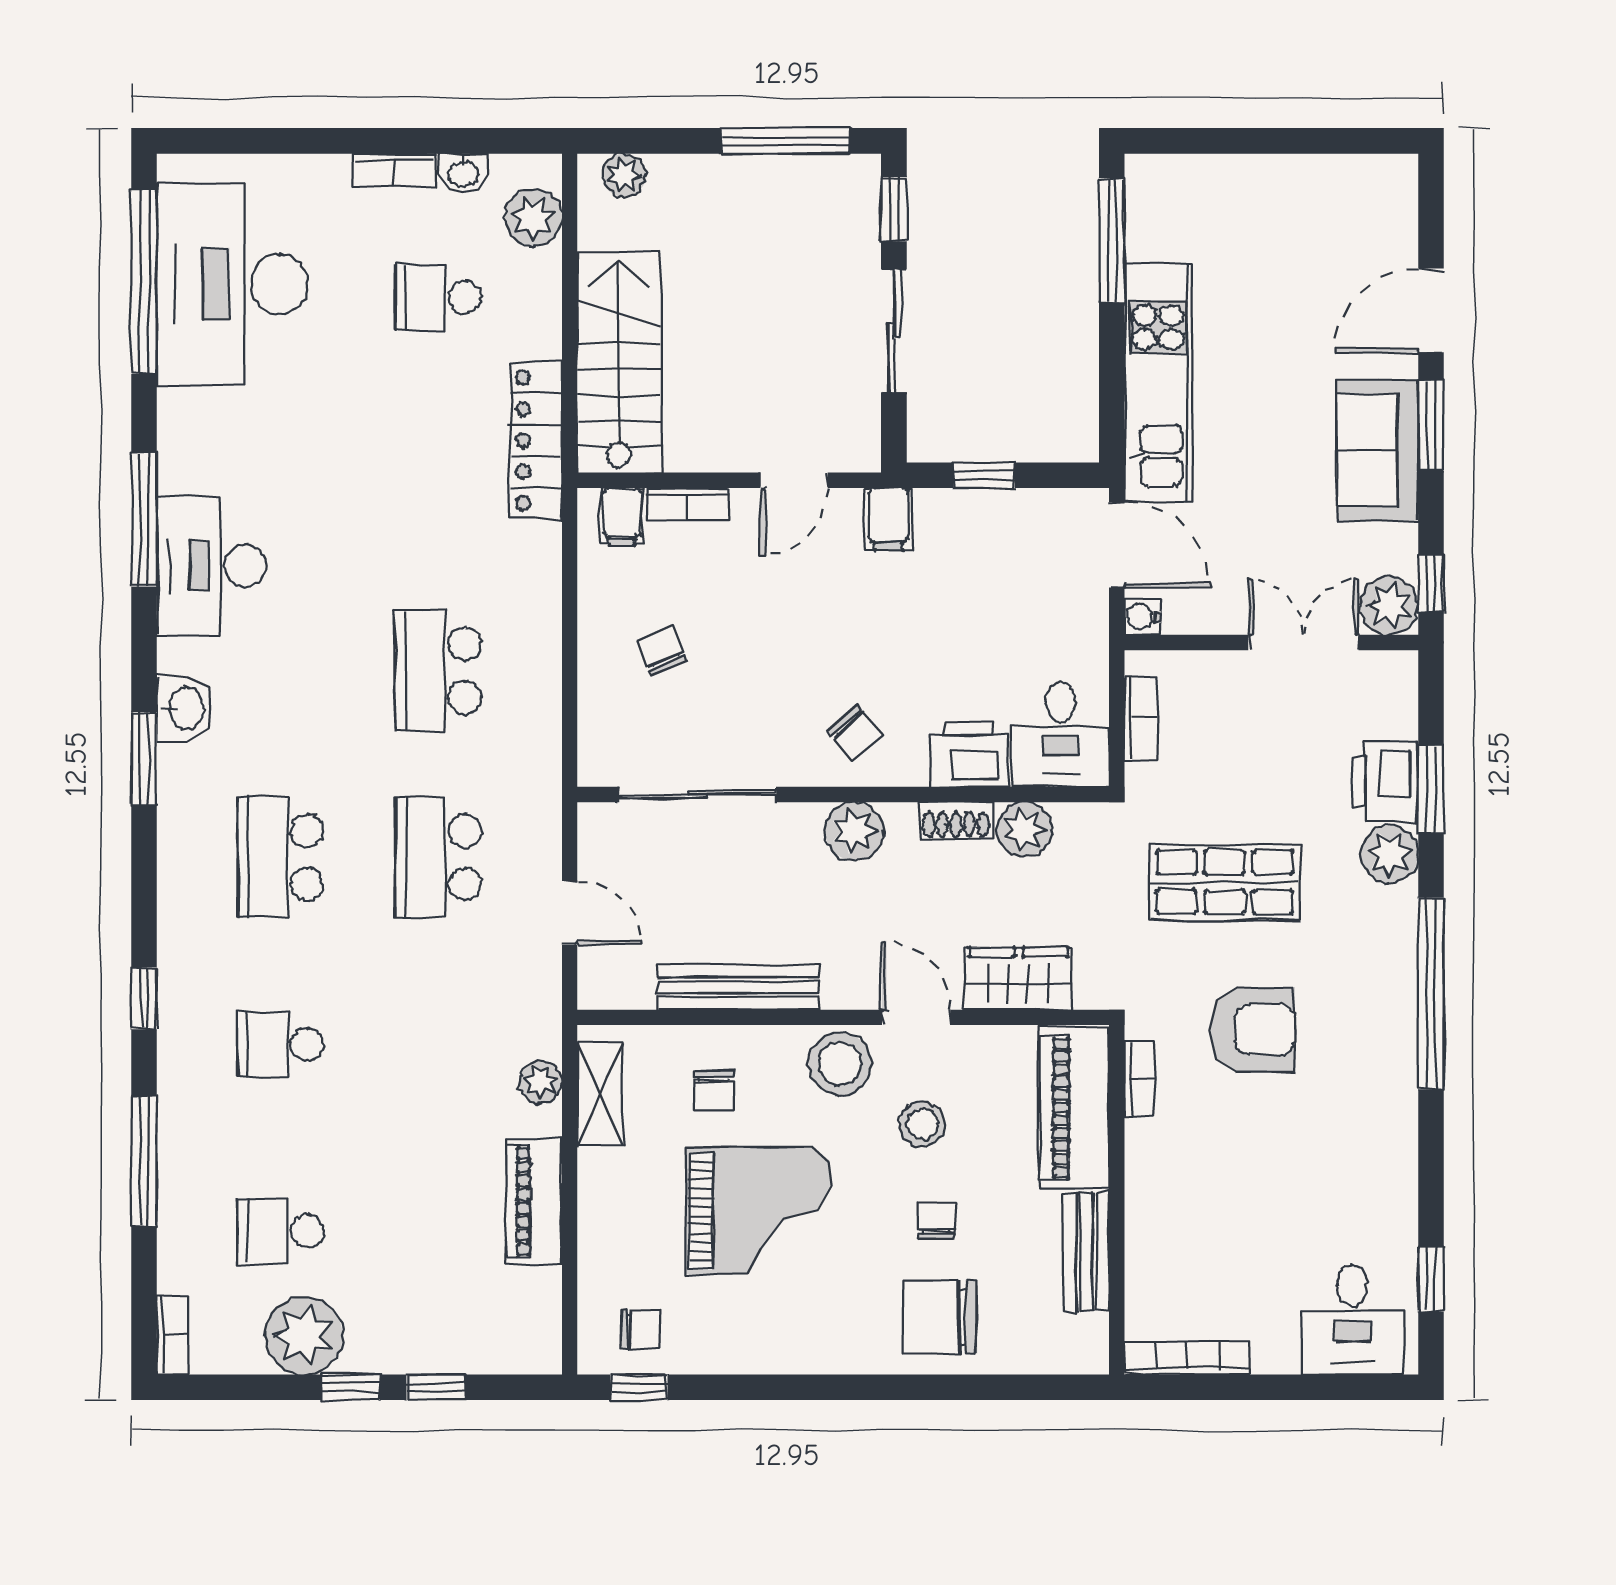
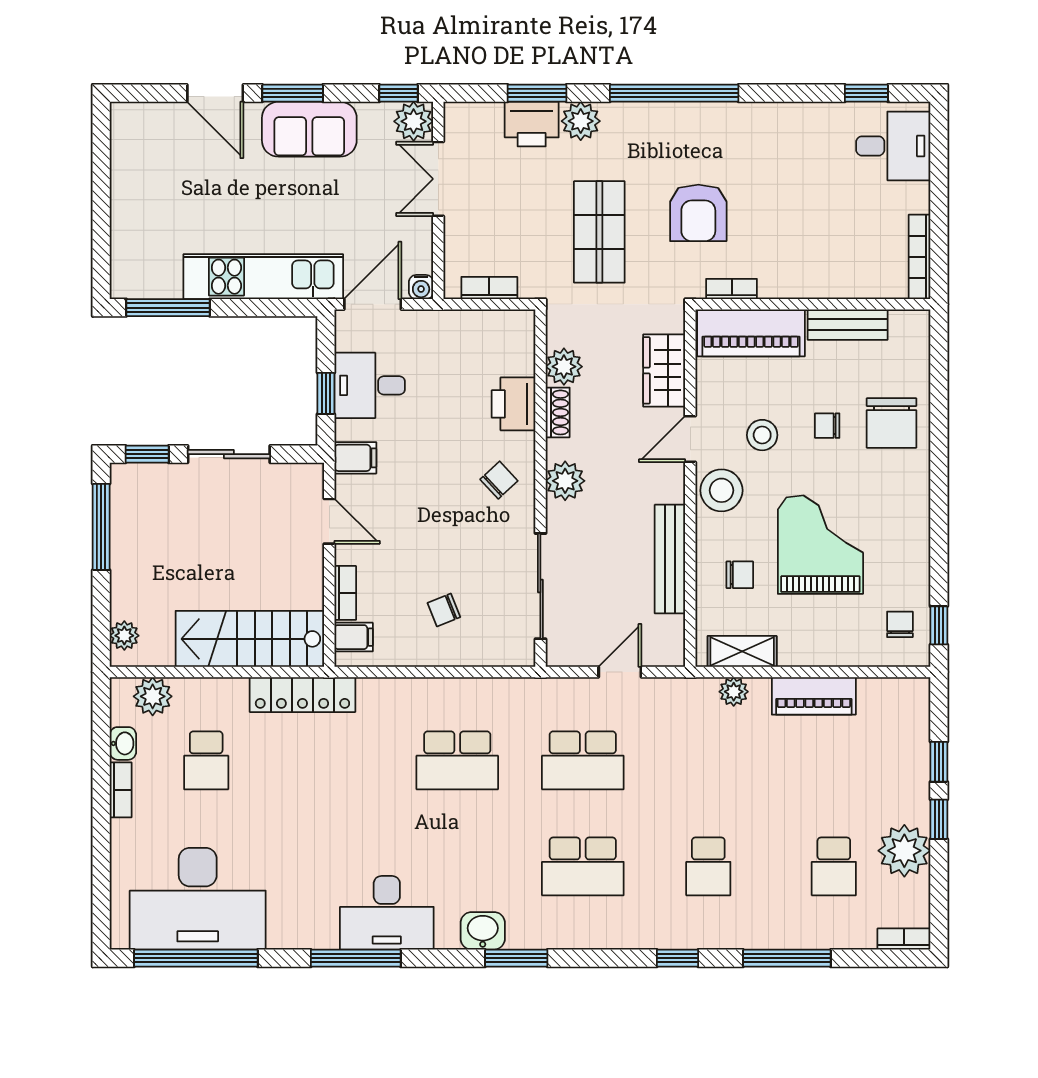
desk: (1061, 734) -> (370, 385), moved, turned 180
armchair: (1253, 1029) -> (698, 213), turned 180

